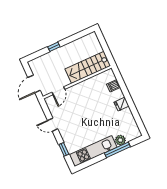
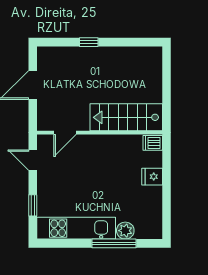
stairs: (88, 67) -> (126, 117), moved
wall: (77, 82) -> (100, 133), moved
door: (58, 91) -> (65, 133), moved

